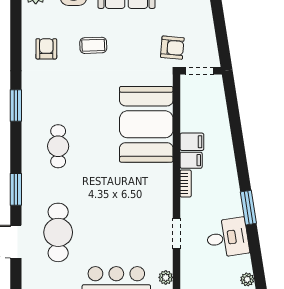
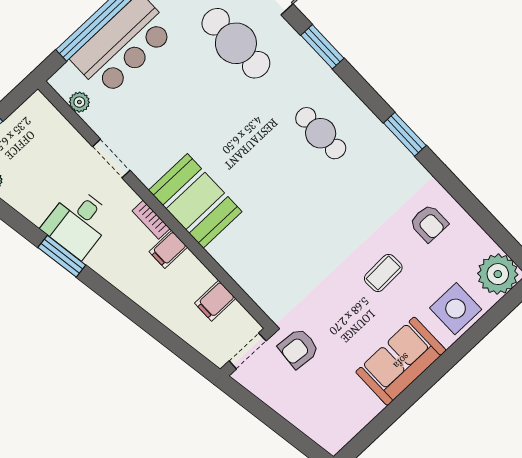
booth: (146, 124) -> (195, 201), moved, width x0.73, depth x0.70
filing cabinet: (192, 142) -> (215, 301), moved
desk: (227, 238) -> (78, 222), moved

